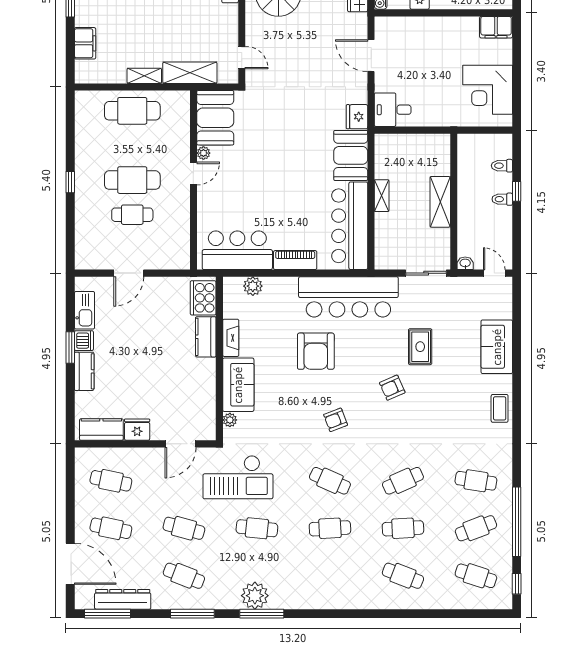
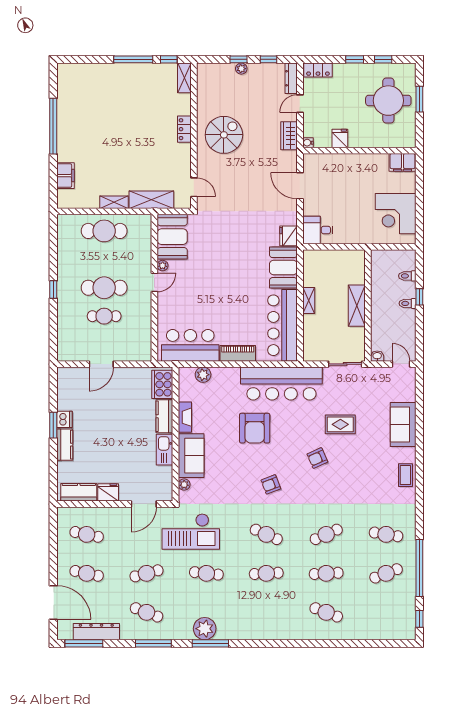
kitchen sink: (84, 310) -> (165, 450), moved, turned 180
rug: (420, 347) -> (340, 424), turned 90
cafe table: (184, 528) -> (147, 573), turned -30
cafe table: (476, 576) -> (386, 612), removed

